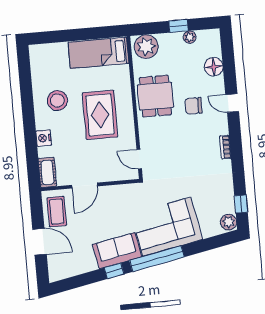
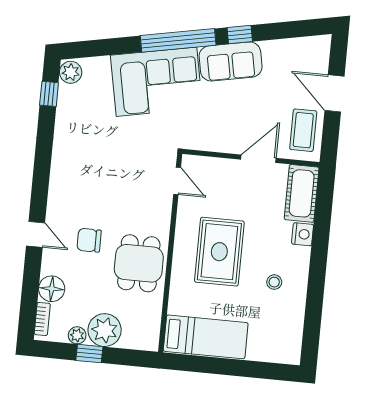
plant: (146, 47) -> (105, 330), moved
stool: (57, 101) -> (274, 282), width x0.53, depth x0.53
chair: (194, 106) -> (89, 240), turned 180
bookcase: (225, 147) -> (42, 319), moved
cot: (47, 172) -> (302, 193), width x1.37, depth x1.34

